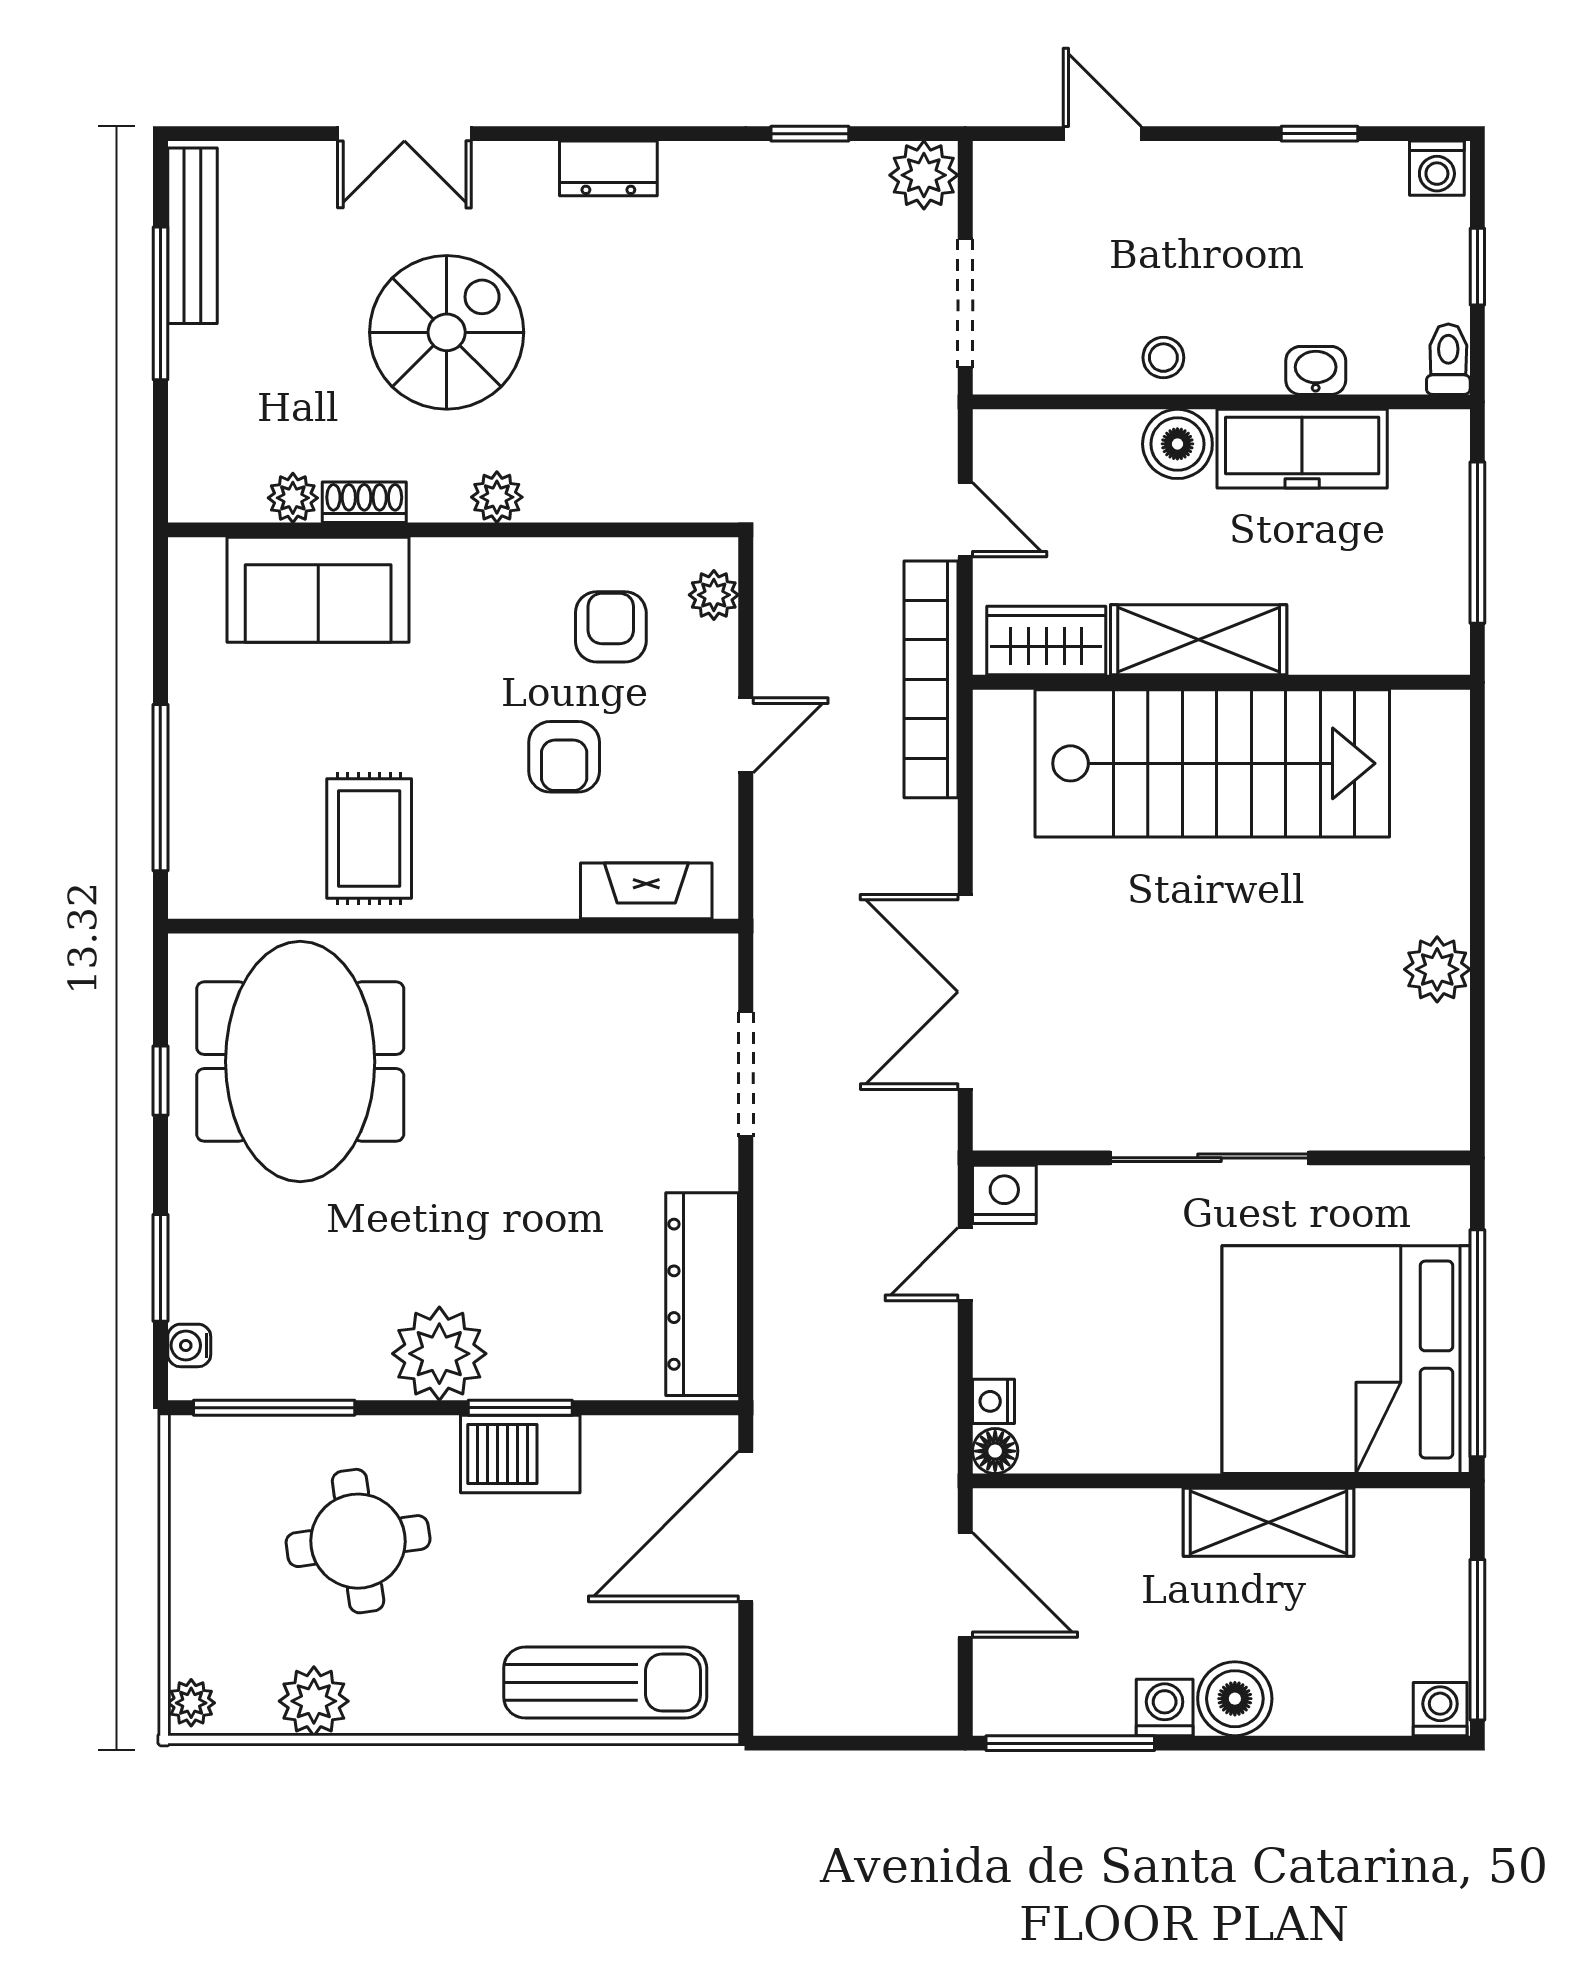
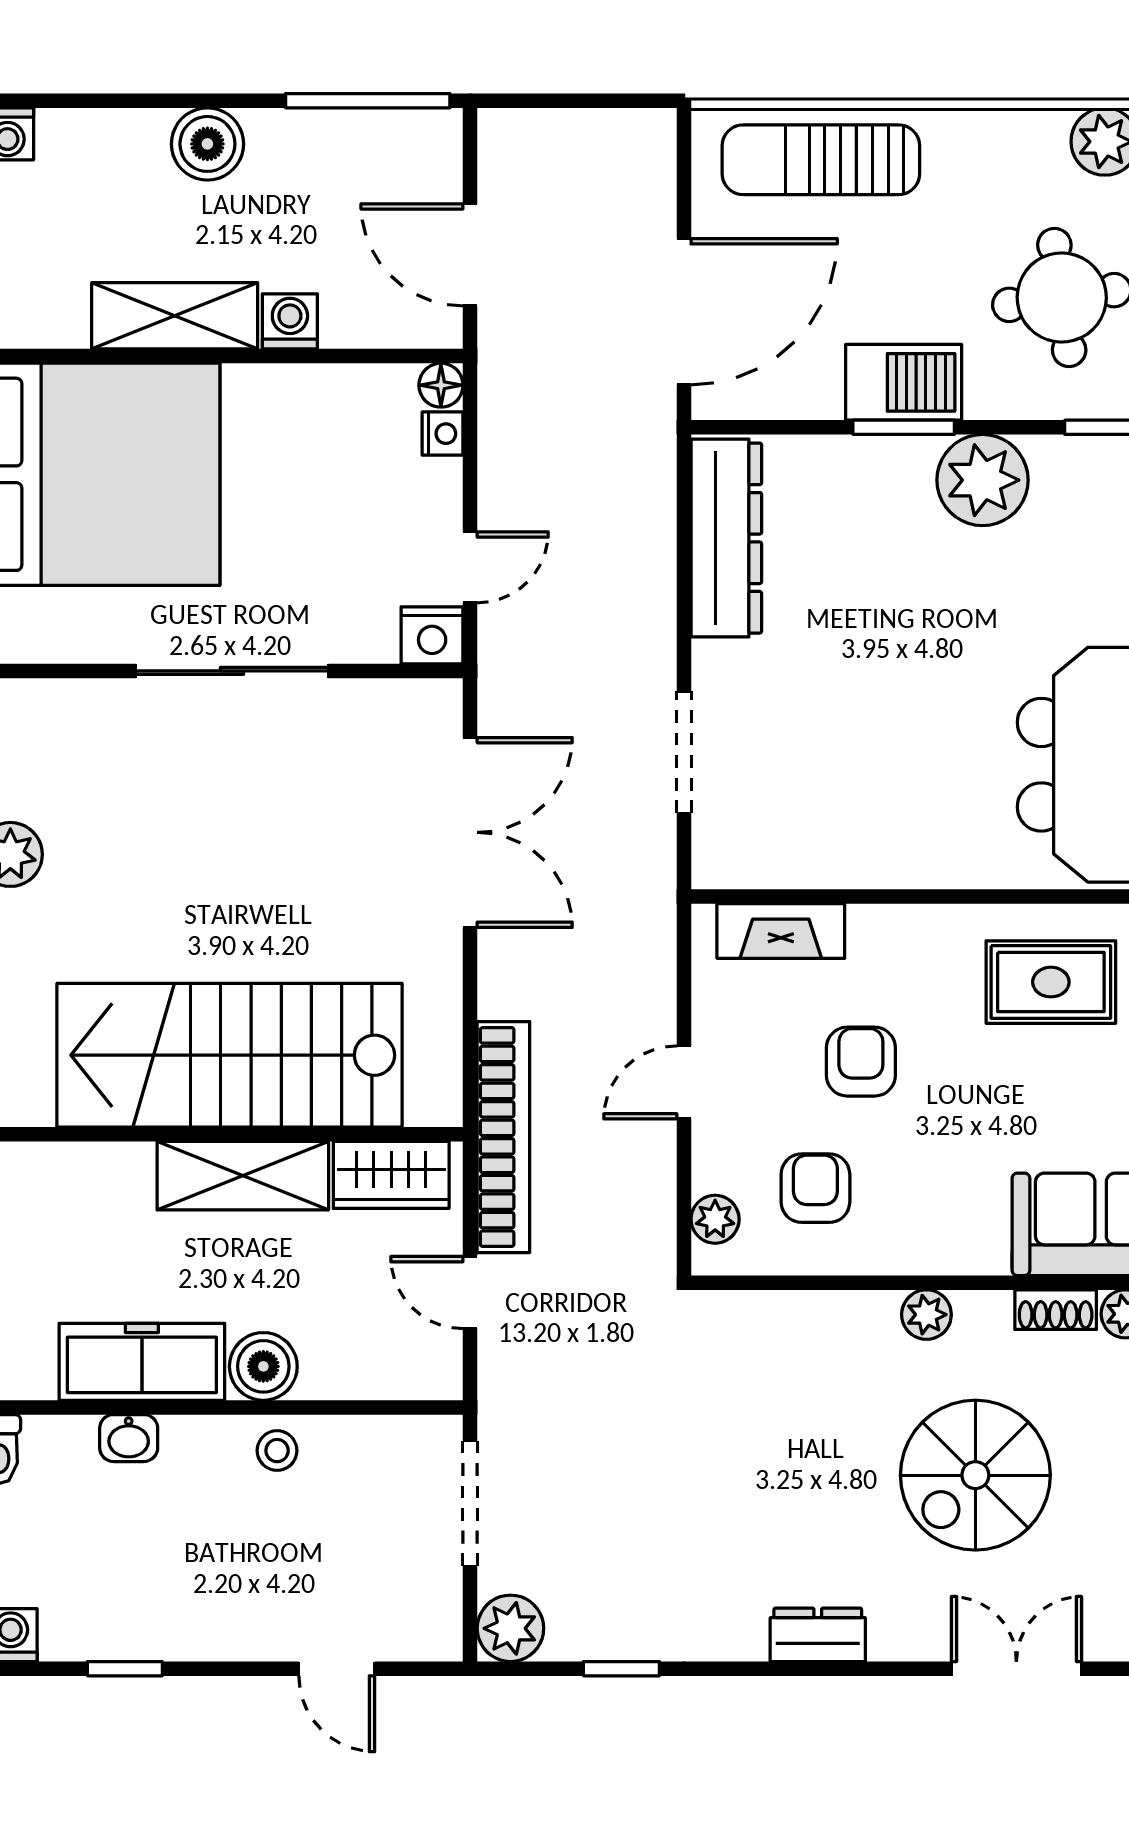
armchair: (611, 627) -> (815, 1188), turned 180
rug: (369, 838) -> (1051, 982), turned 90
washing machine: (1165, 1707) -> (290, 321), moved, turned 180

